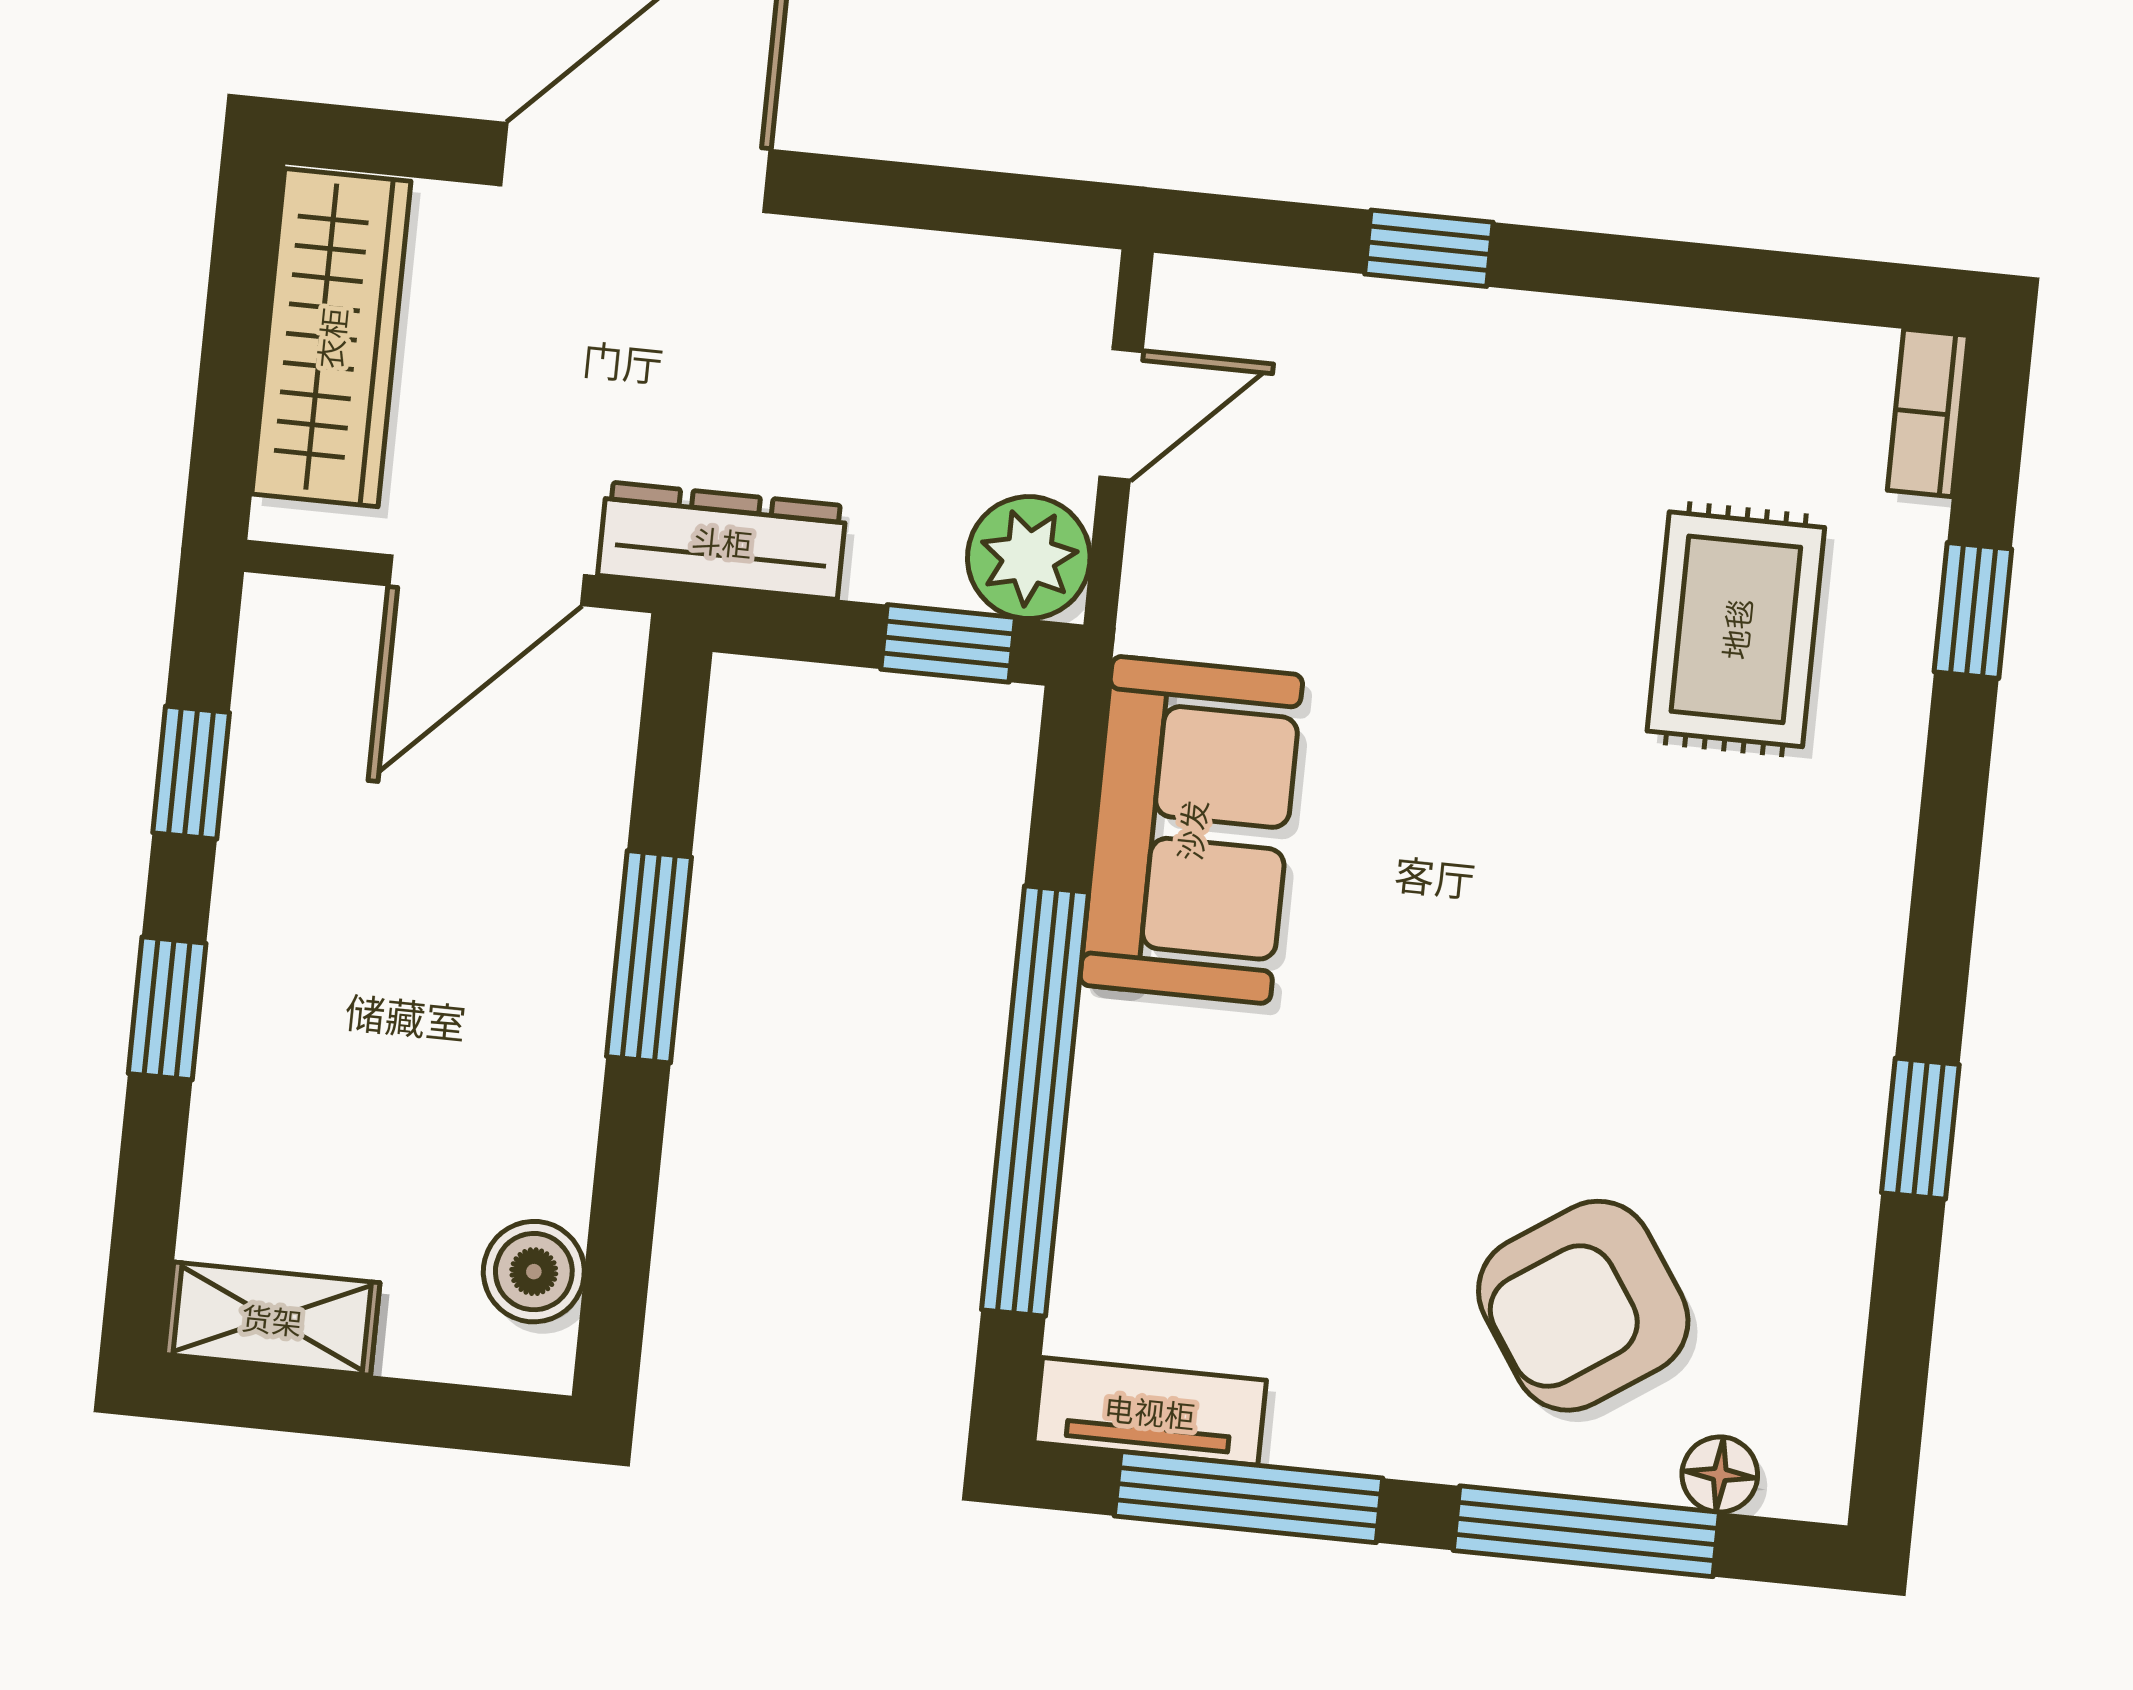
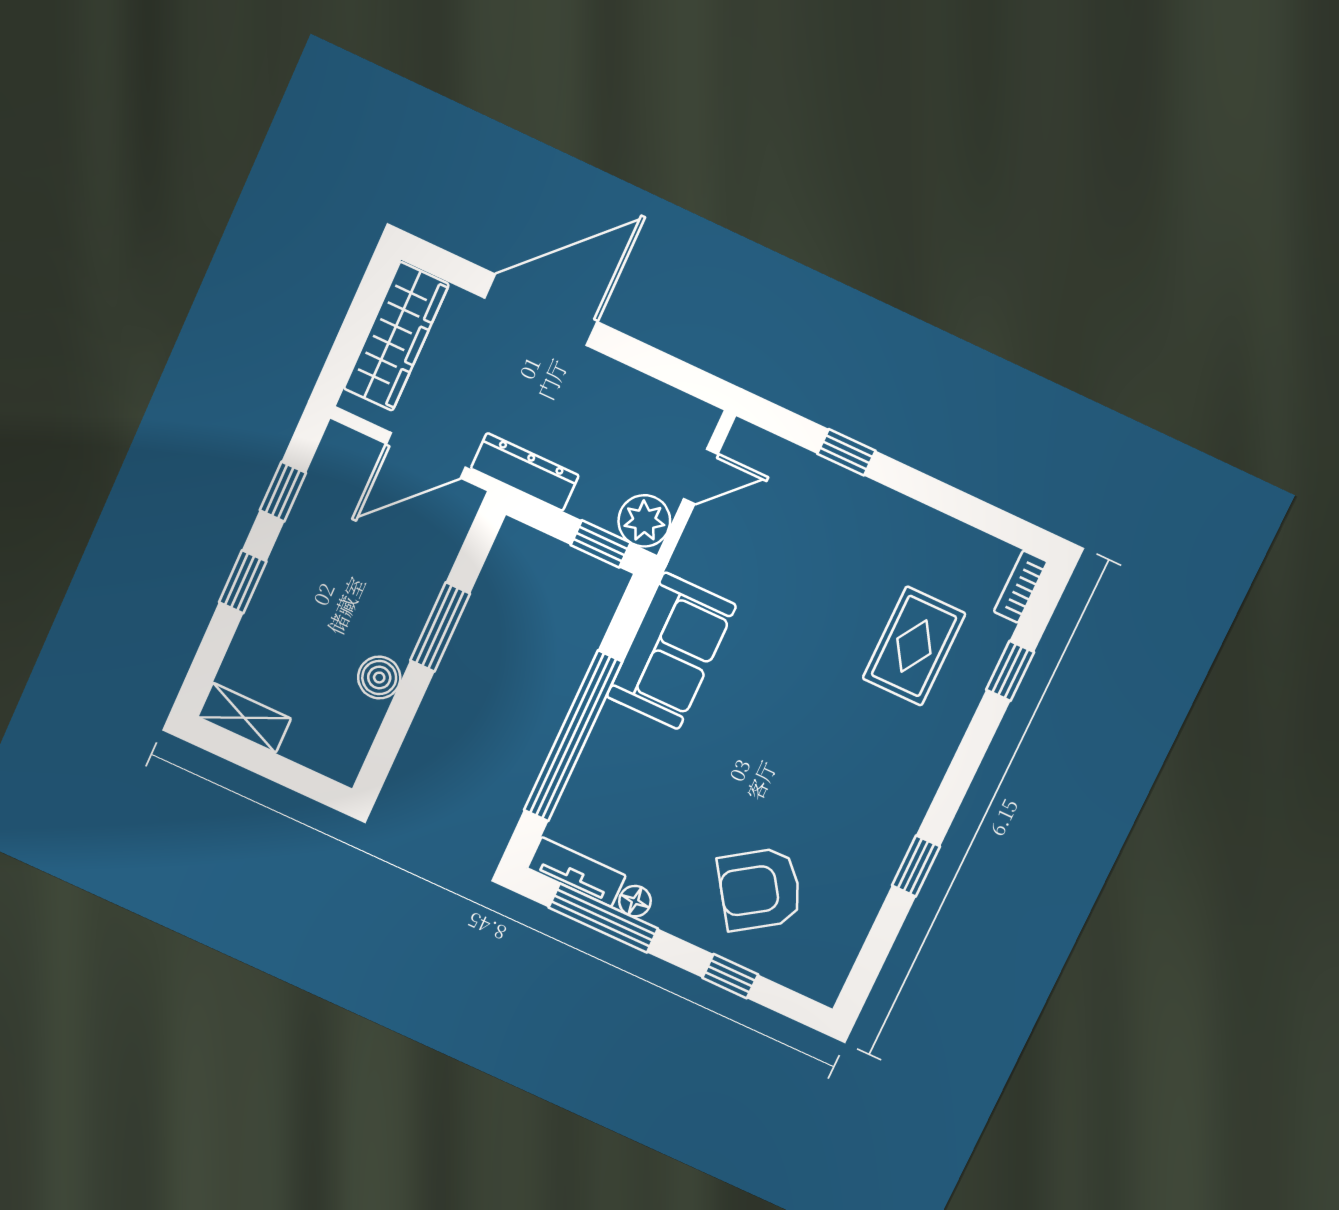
boiler: (534, 1272) -> (379, 678), moved
floor lamp: (1720, 1474) -> (635, 901), moved
window: (1586, 1531) -> (730, 976), width x0.46

